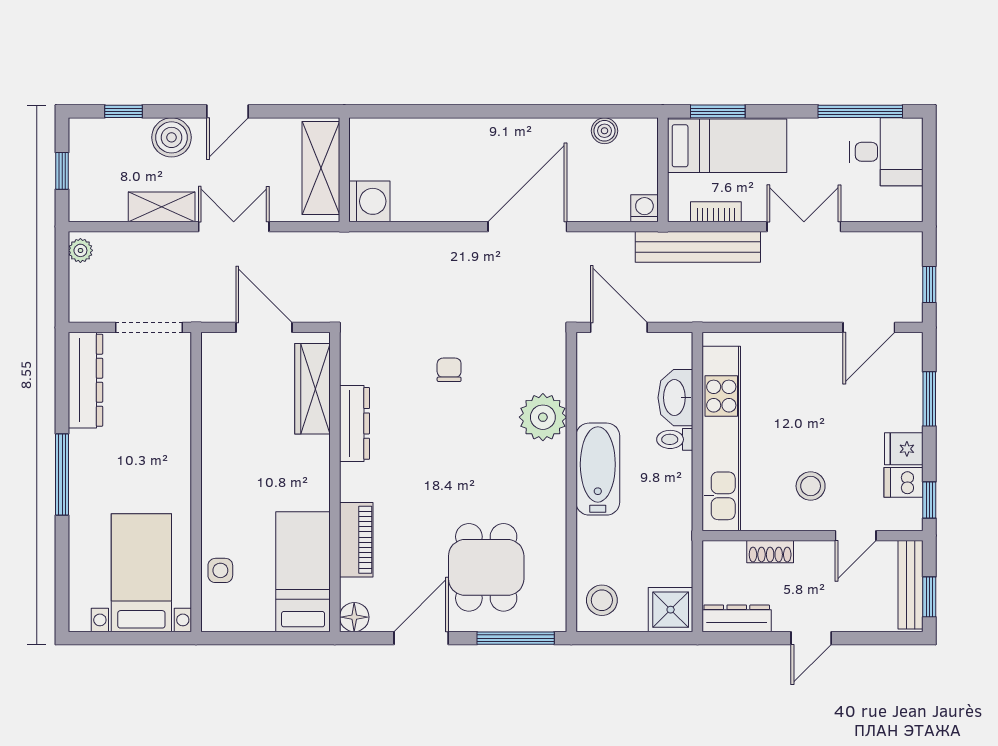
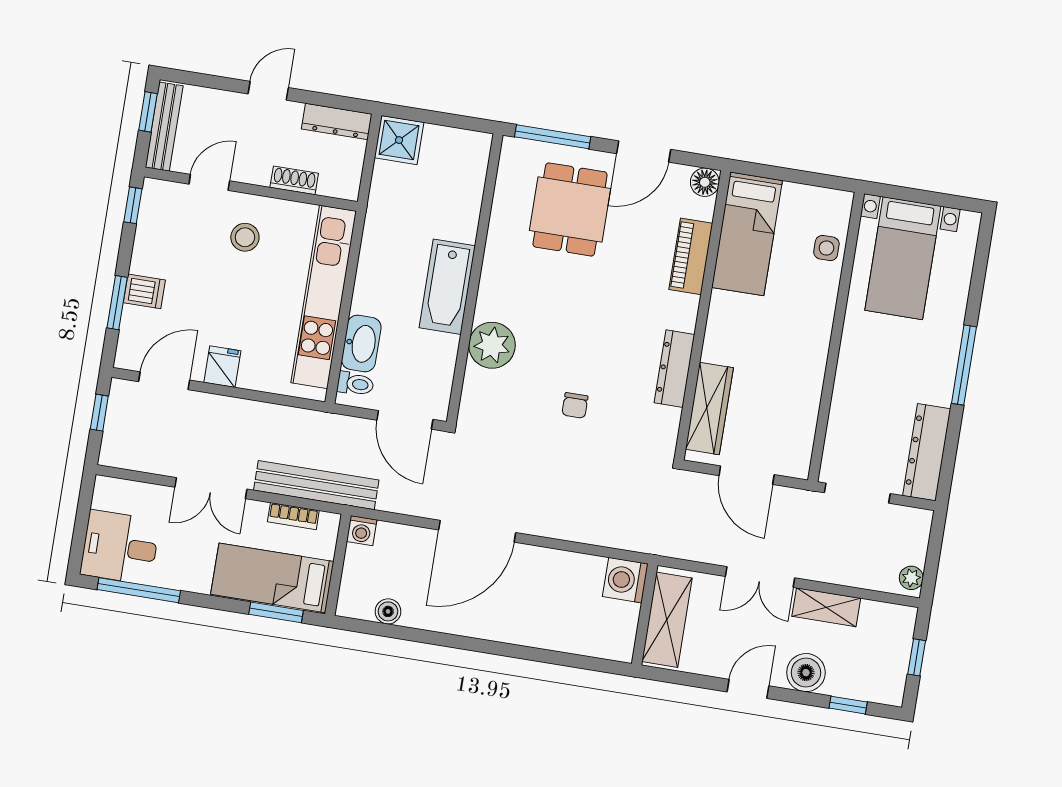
toilet: (675, 439) -> (355, 384), moved
fridge: (904, 449) -> (222, 367), moved, turned -90
dishwasher: (904, 482) -> (144, 291), moved
stool: (602, 600) -> (464, 160), removed

